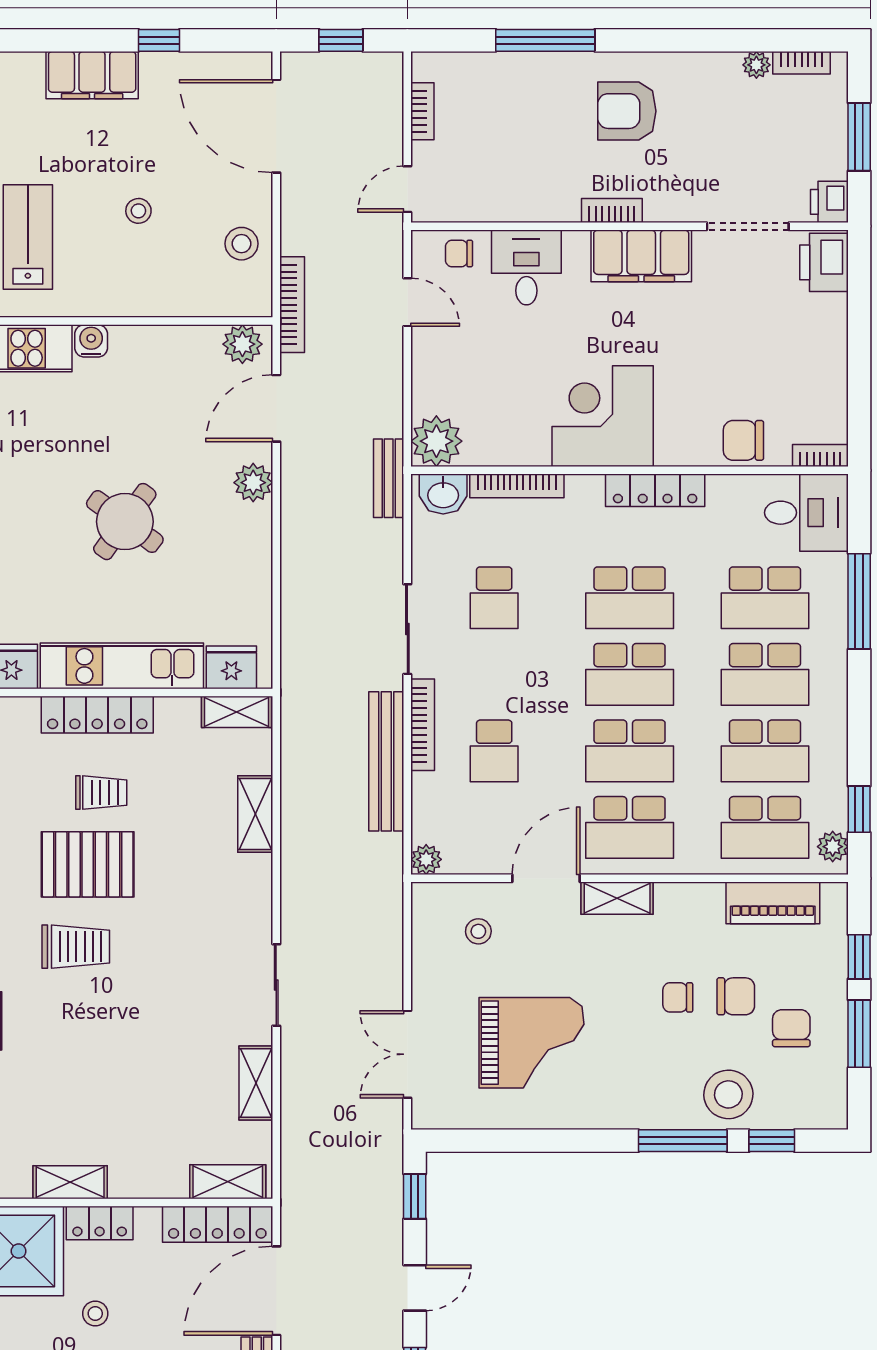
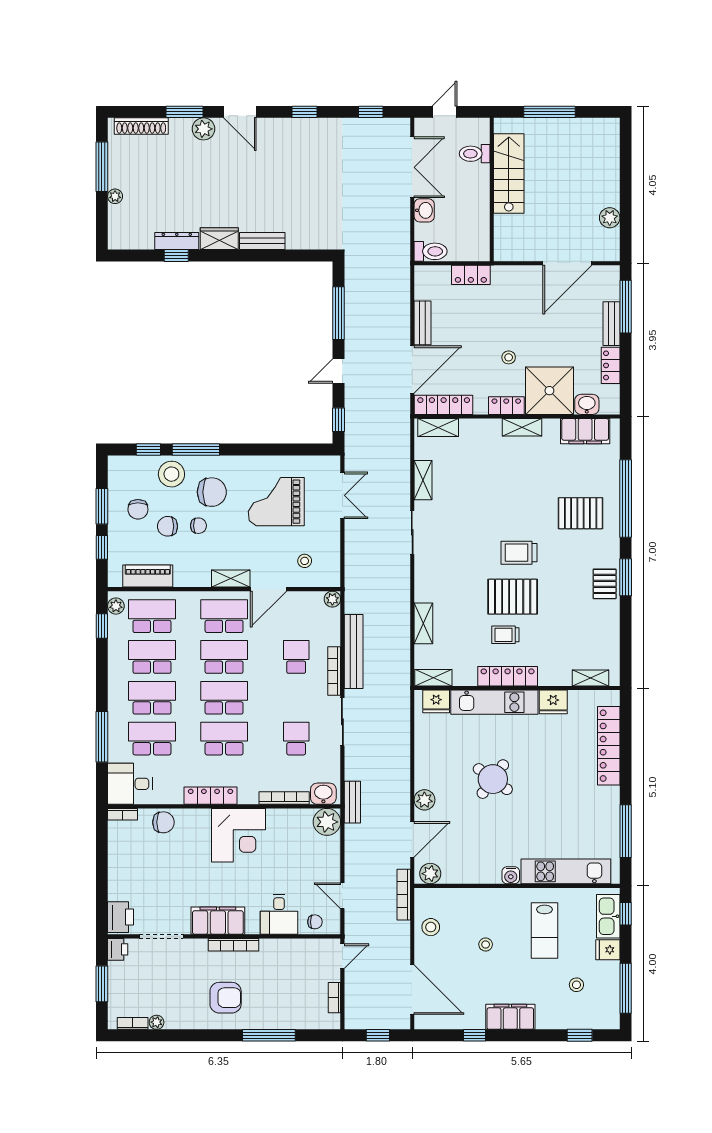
bookcase: (612, 210) -> (234, 945), width x1.56
chair: (653, 1061) -> (212, 492), added

